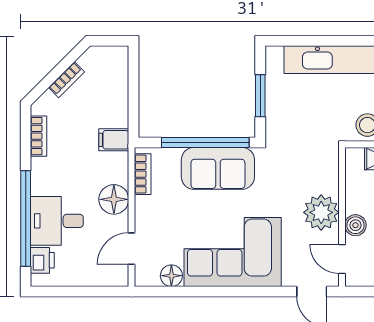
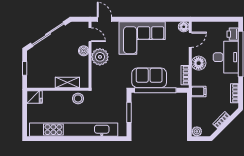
plant: (118, 56) -> (197, 131), added
desk: (57, 221) -> (226, 57), width x1.37
floor lamp: (171, 276) -> (184, 27), moved

